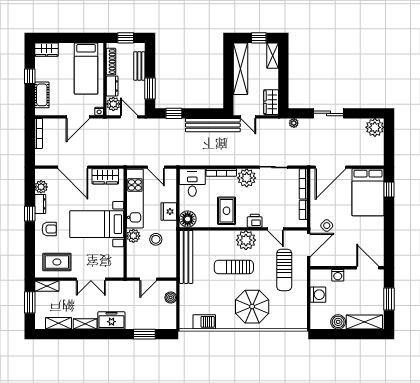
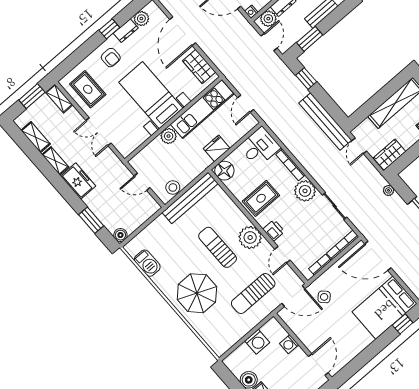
stool: (156, 239) -> (173, 187), moved
boiler: (171, 298) -> (120, 235), moved

